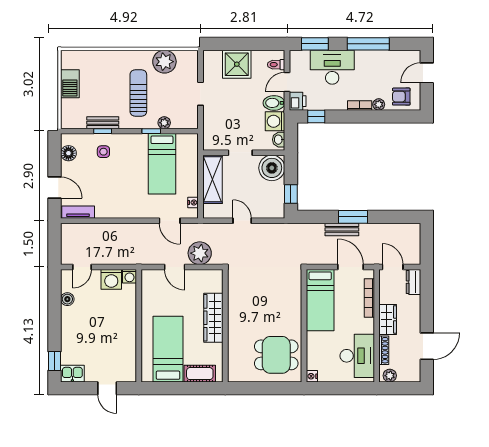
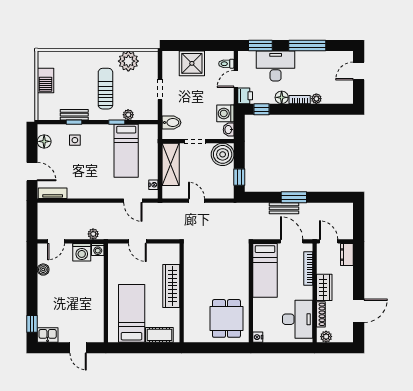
armchair: (401, 97) -> (336, 92), removed
bidet: (274, 103) -> (171, 123), moved, turned 180
floor lamp: (339, 103) -> (282, 97), added
plant: (200, 253) -> (93, 234), moved, width x0.53, depth x0.53
dining table: (276, 355) -> (226, 318), turned 90

